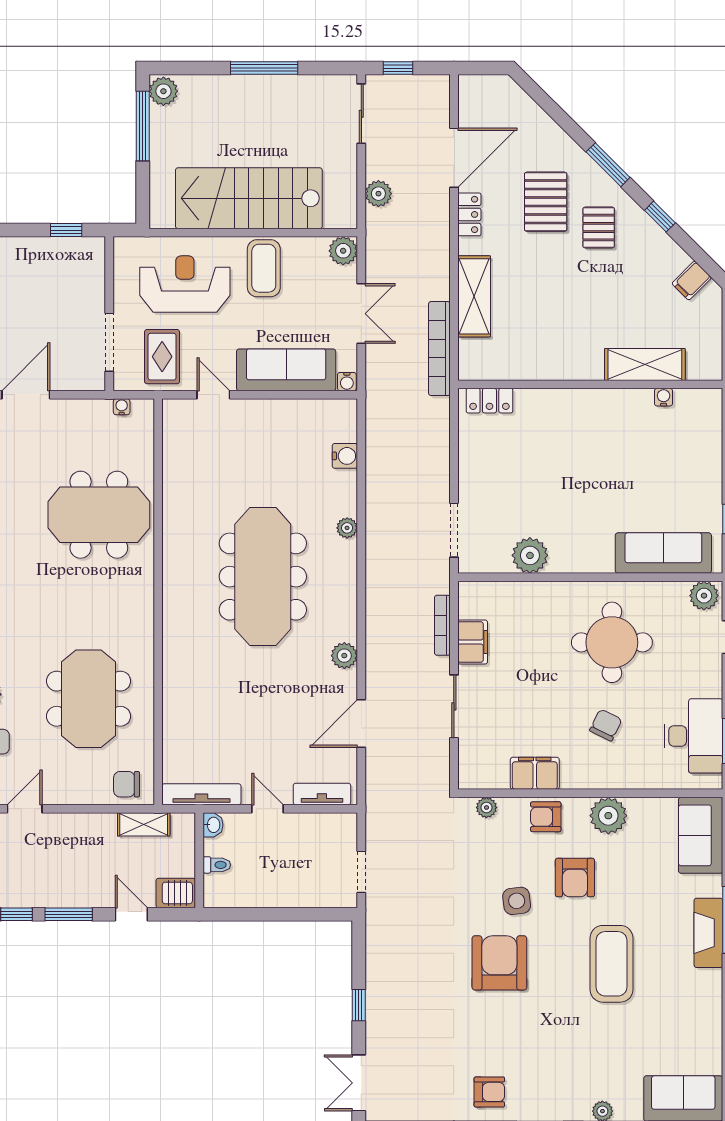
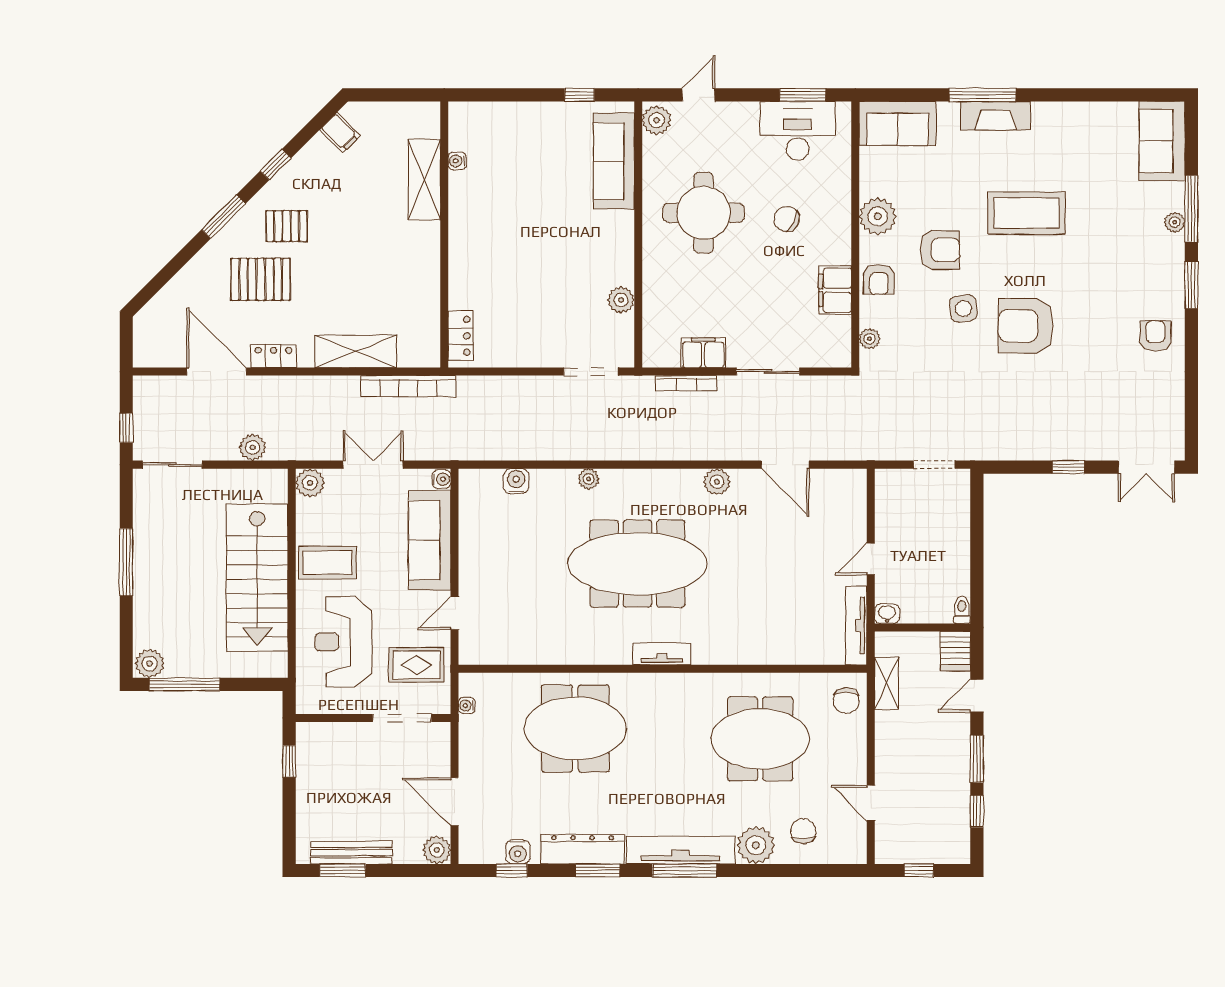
meeting table: (99, 515) -> (575, 728), turned 90
plant: (530, 555) -> (621, 300), width x0.73, depth x0.73
tv unit: (322, 794) -> (662, 654), moved, turned 90
toilet: (217, 865) -> (962, 610), moved

